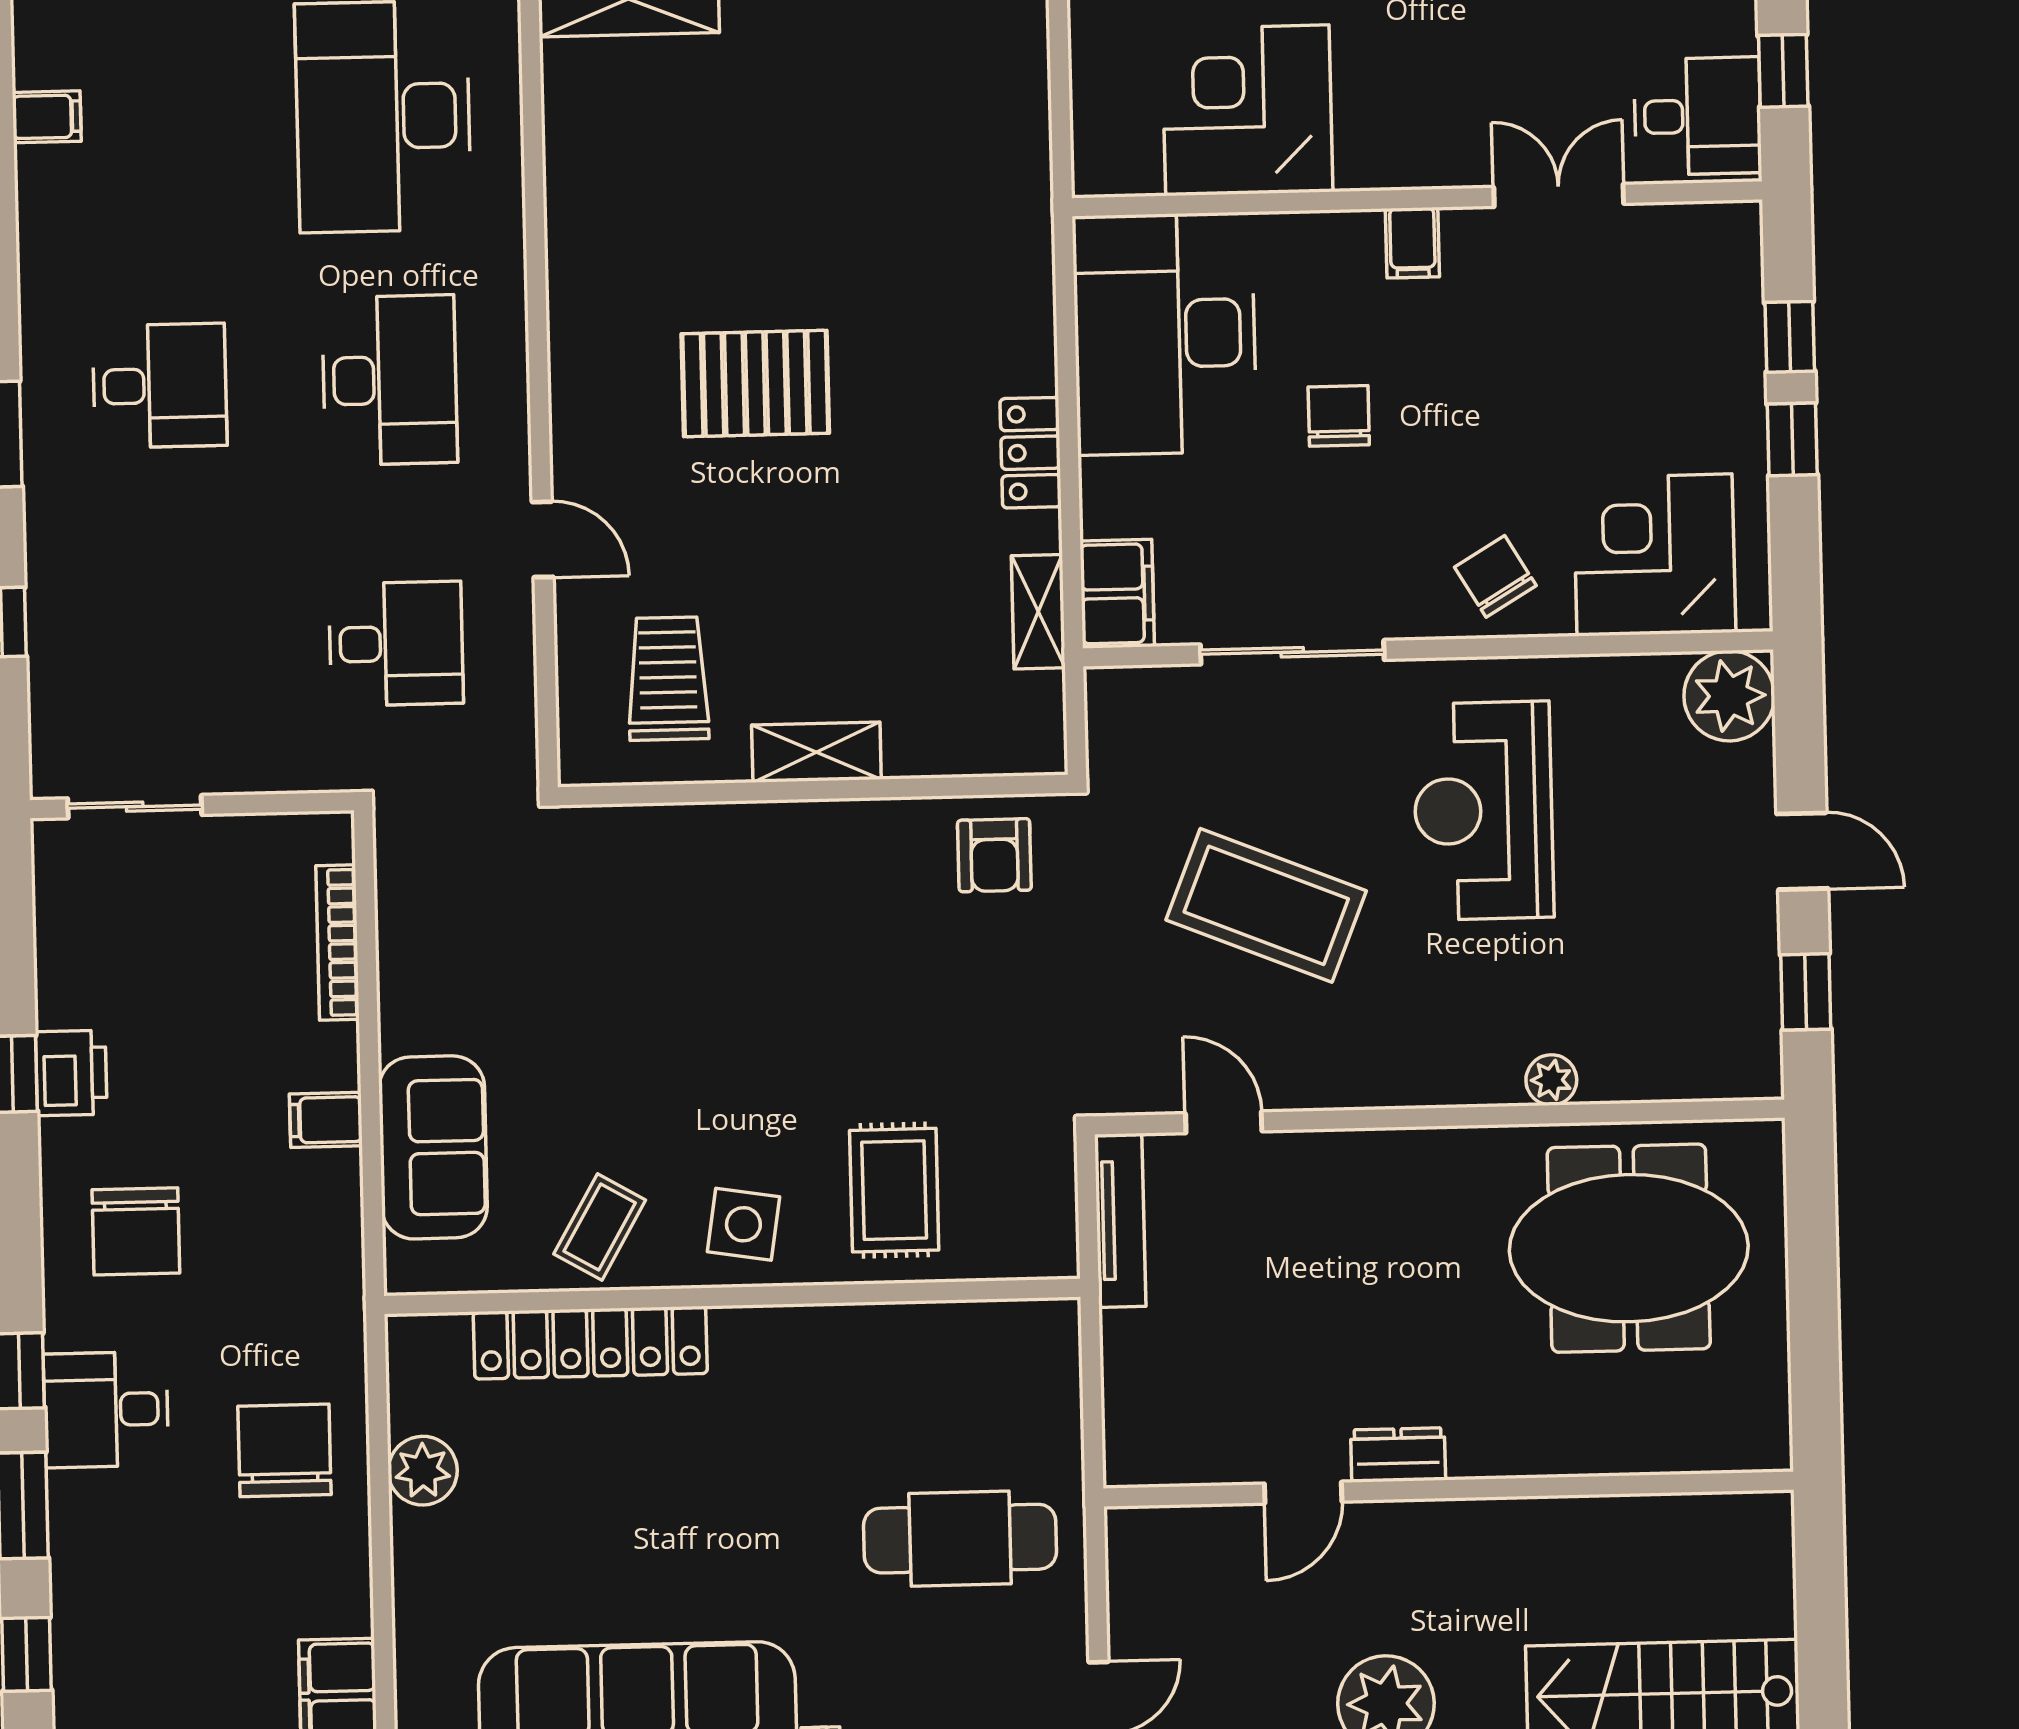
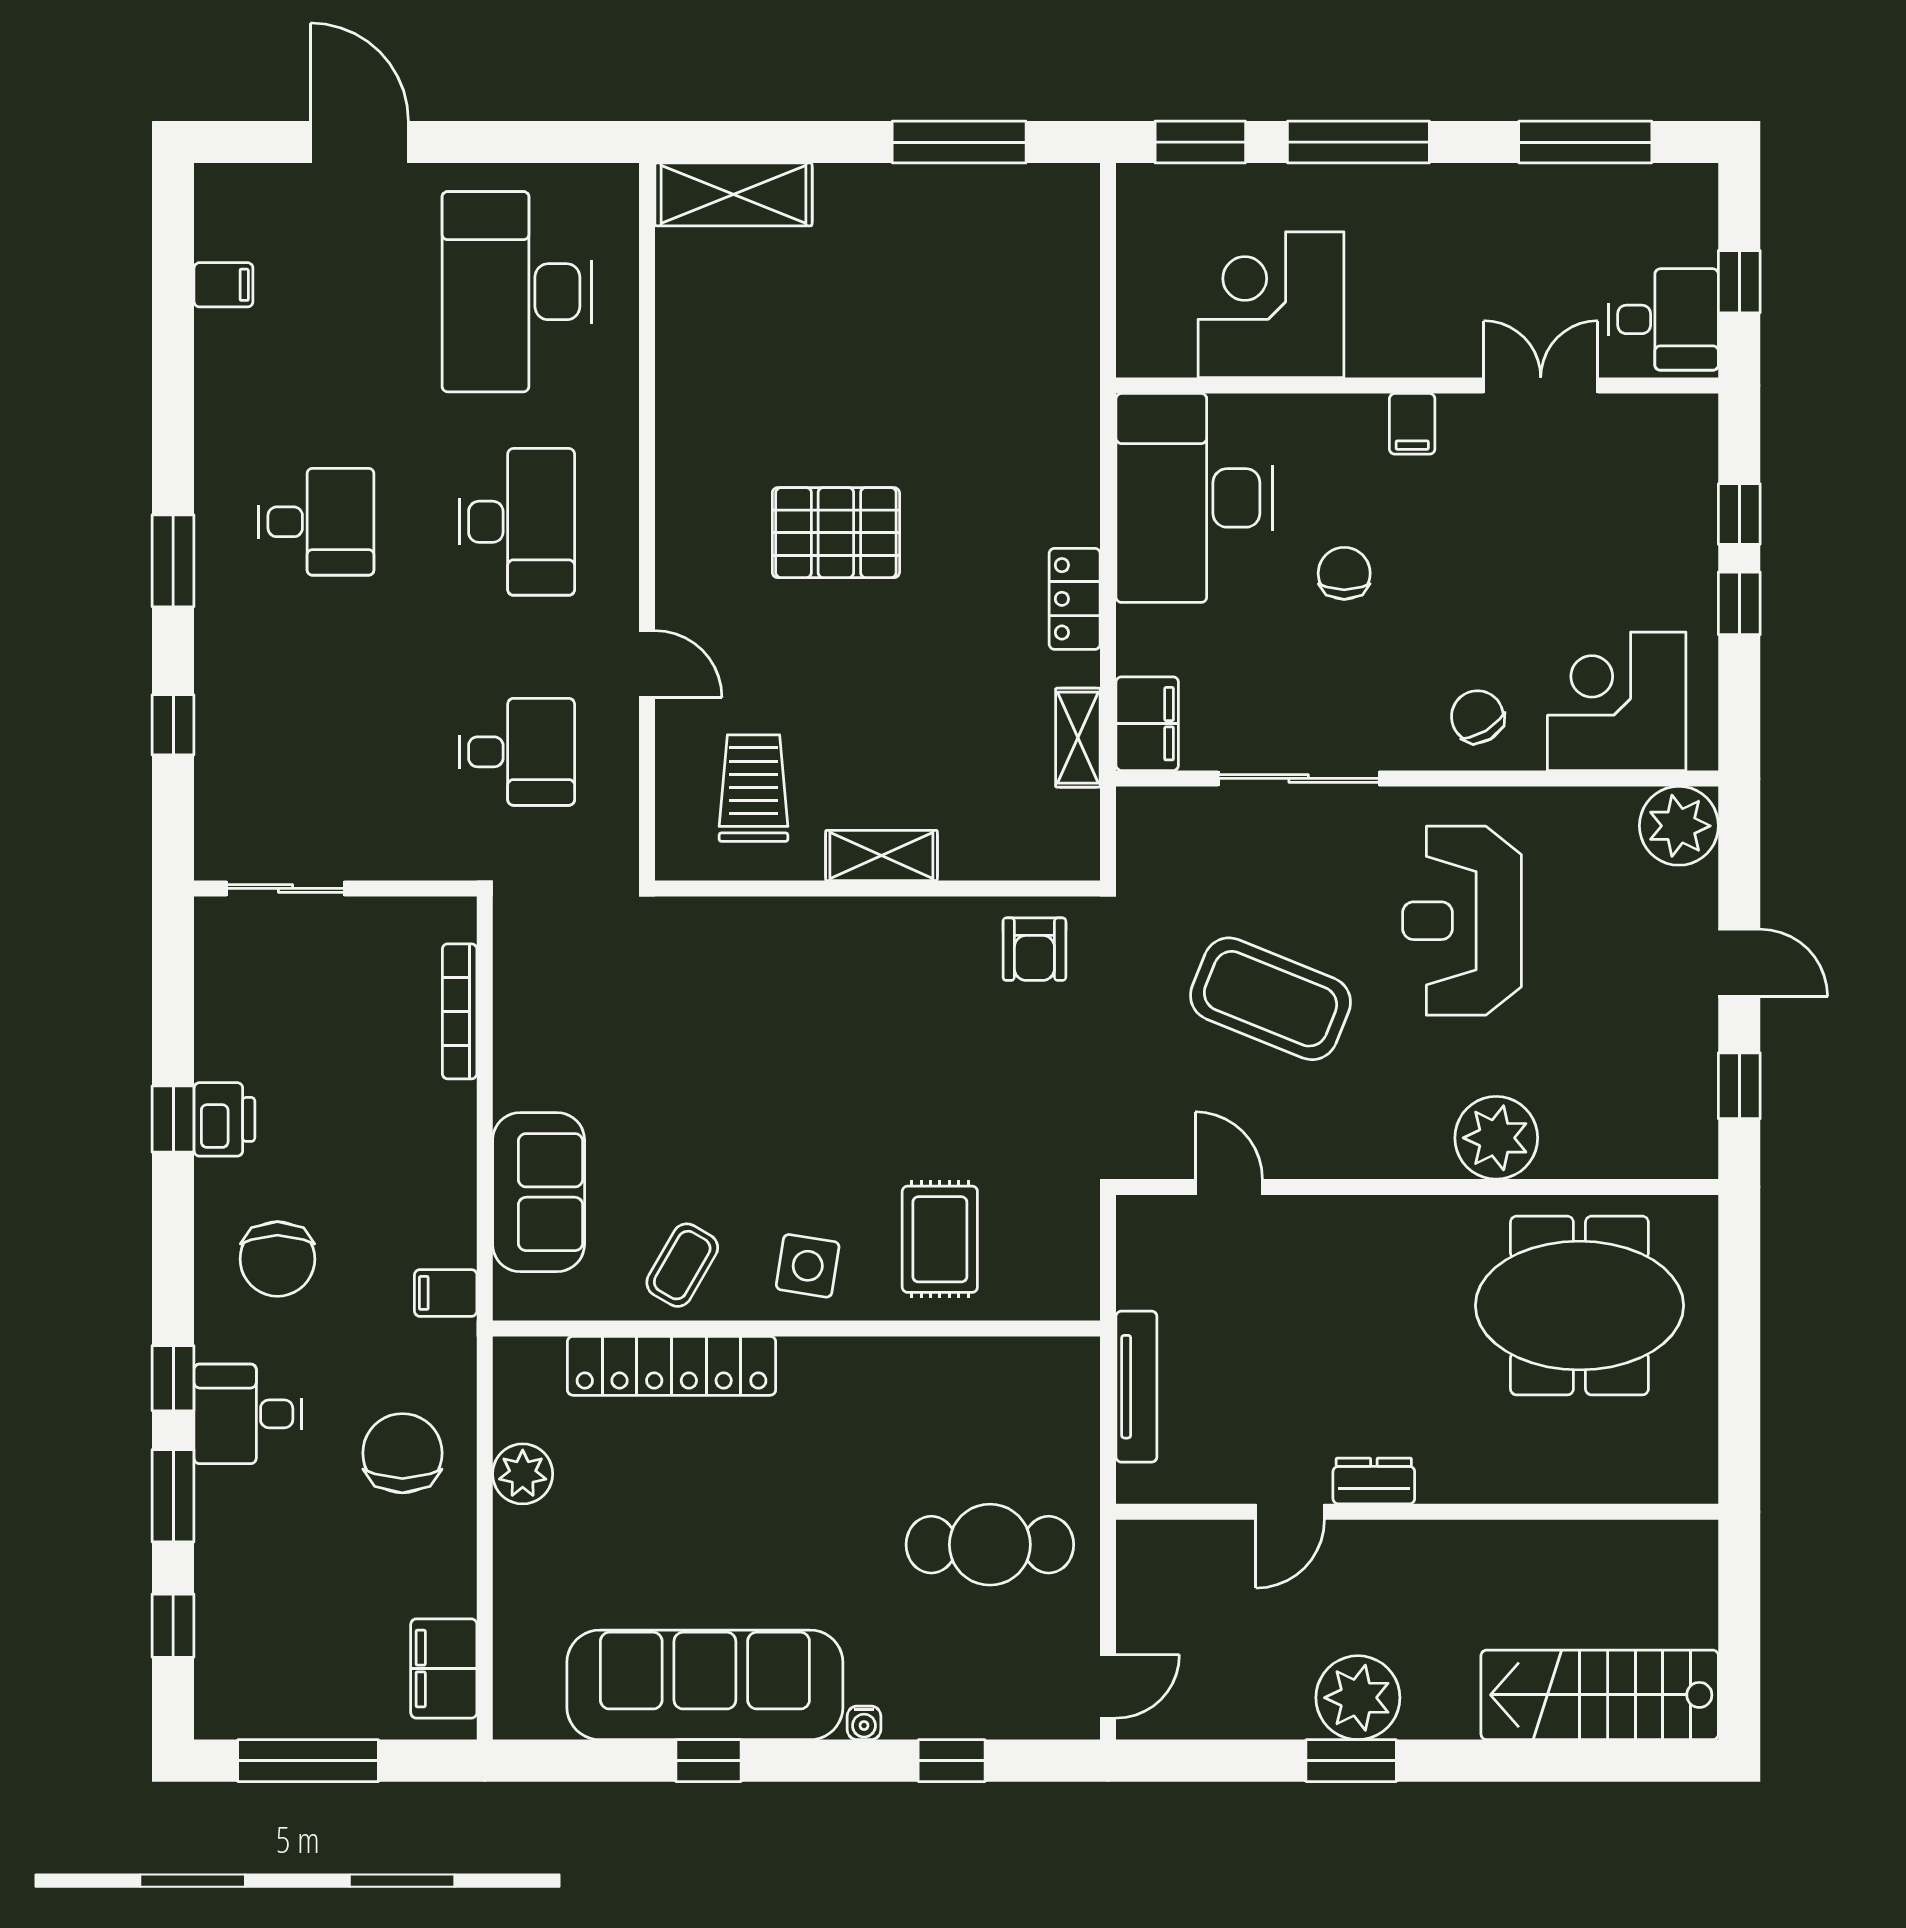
plant: (1551, 1080) -> (1496, 1138), width x1.87, depth x1.87
filing cabinet: (326, 1120) -> (446, 1293), moved
tv unit: (1120, 1220) -> (1136, 1387), moved

